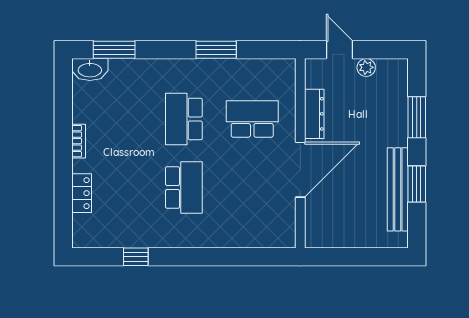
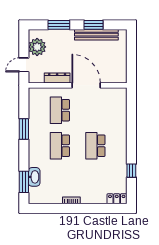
plant: (366, 67) -> (37, 47), width x1.87, depth x1.87
washbasin: (90, 69) -> (34, 177), moved
school desk: (184, 119) -> (60, 146), turned 90
school desk: (184, 188) -> (95, 146), turned -90
locker: (82, 193) -> (117, 199), moved

